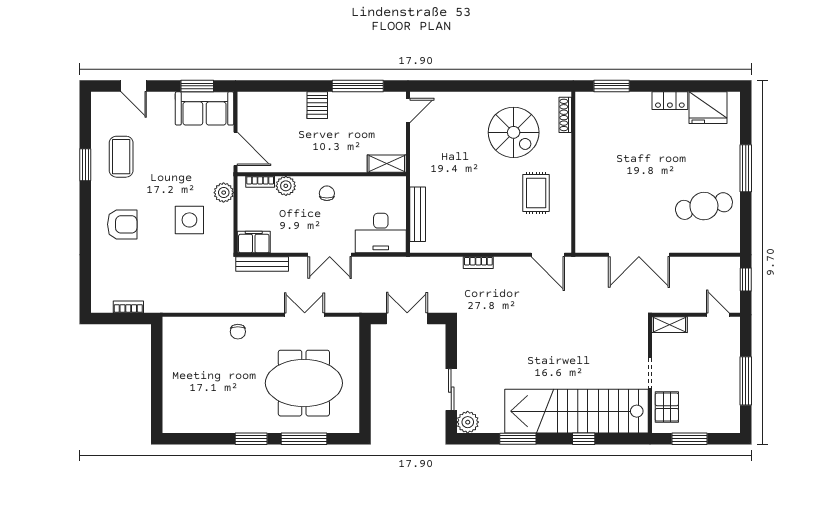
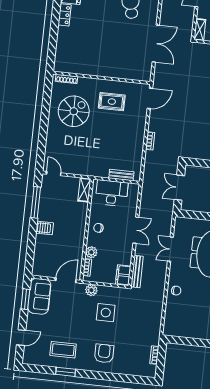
window: (612, 86) -> (52, 49), removed
bench: (418, 214) -> (121, 175), width x0.73
desk: (381, 233) -> (112, 193), moved, turned -90

